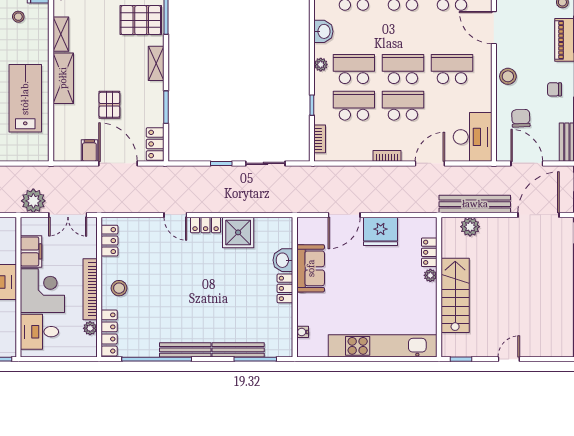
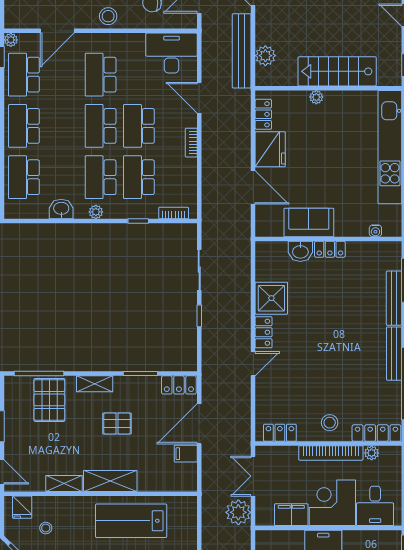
pallet: (109, 105) -> (117, 424), moved
double door: (68, 215) -> (253, 476), swing flipped
locker: (429, 252) -> (263, 114), moved, turned -90

